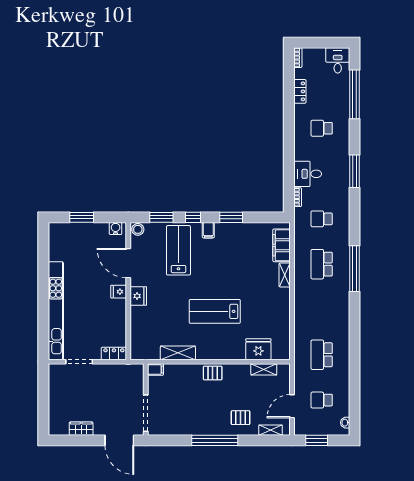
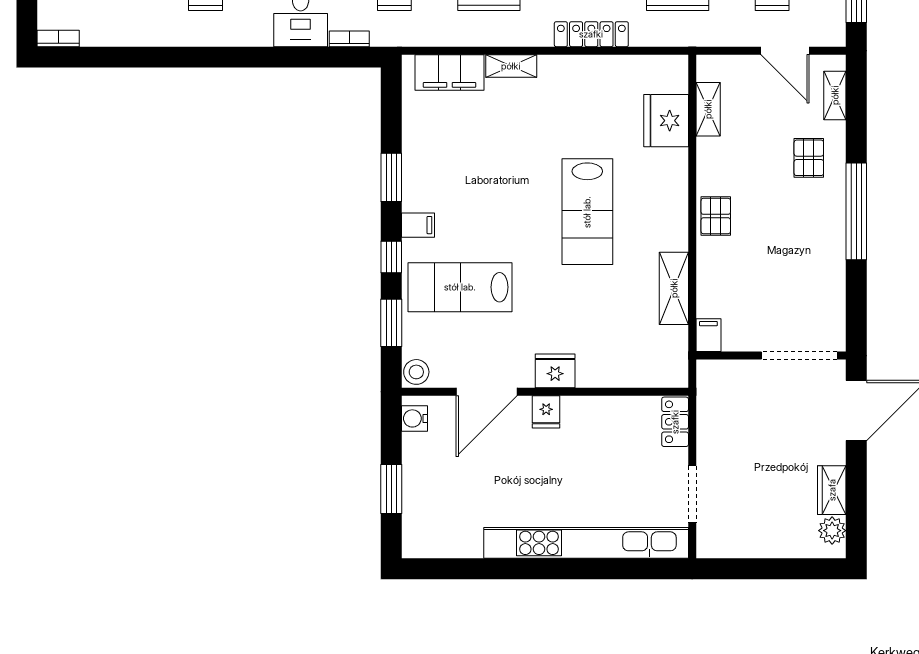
locker: (300, 91) -> (591, 34), moved, width x1.53
plant: (62, 429) -> (832, 531), added

